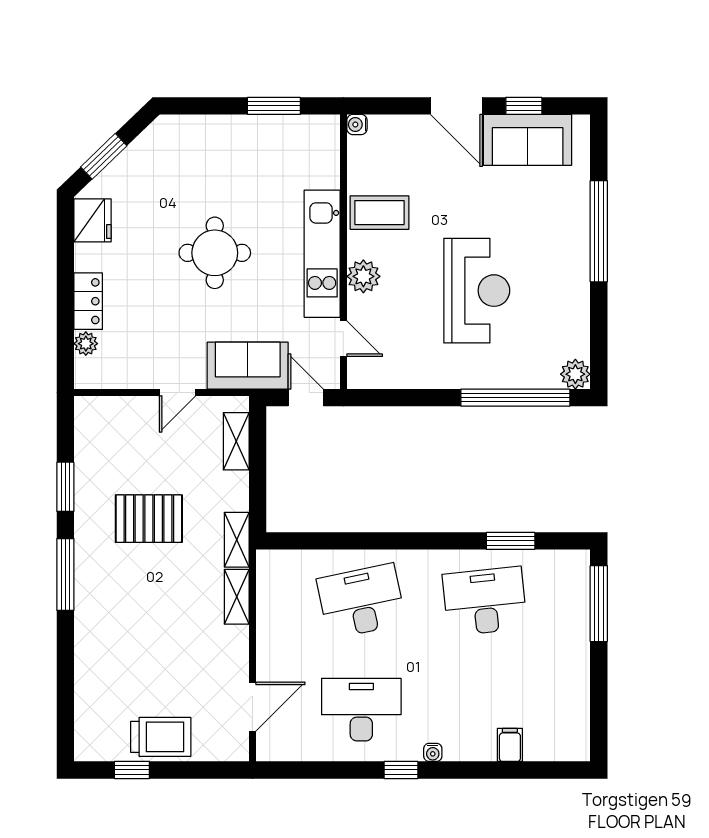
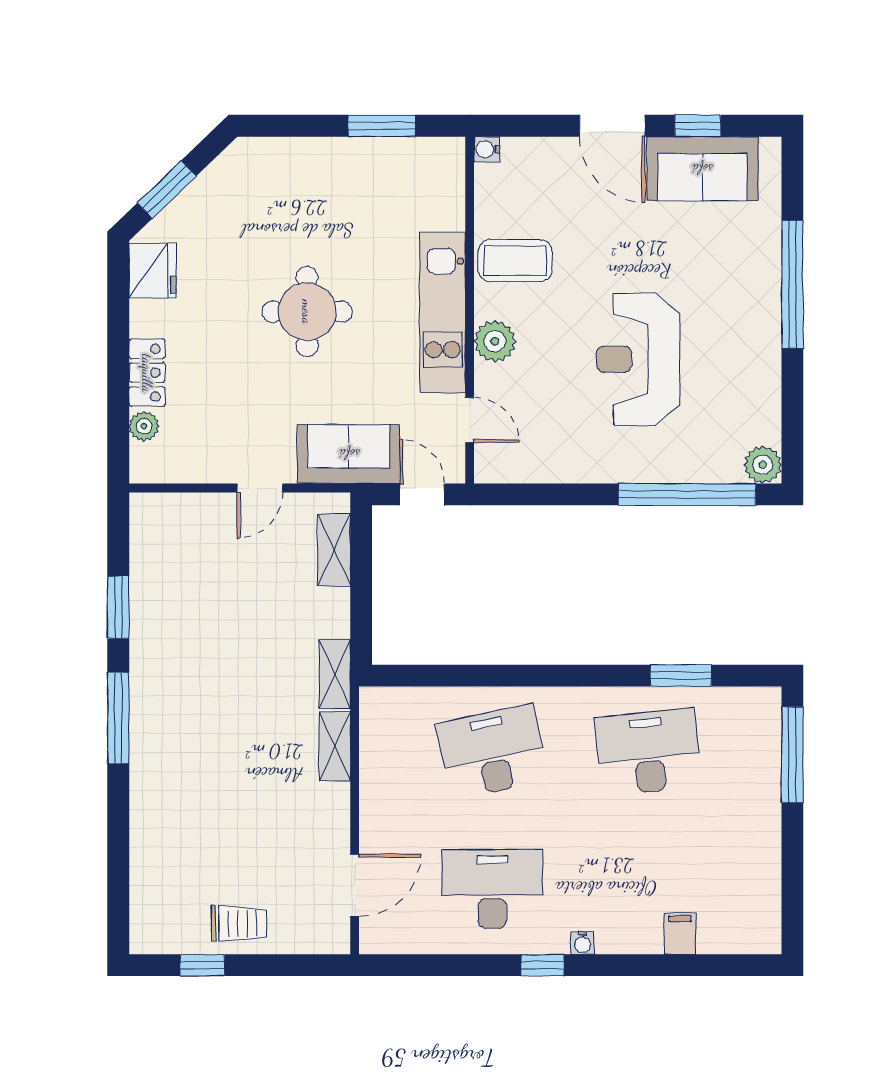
reception desk: (477, 291) -> (638, 359), turned 180
pallet: (149, 519) -> (224, 647), removed
trolley: (161, 737) -> (239, 923), width x0.73, depth x0.72

